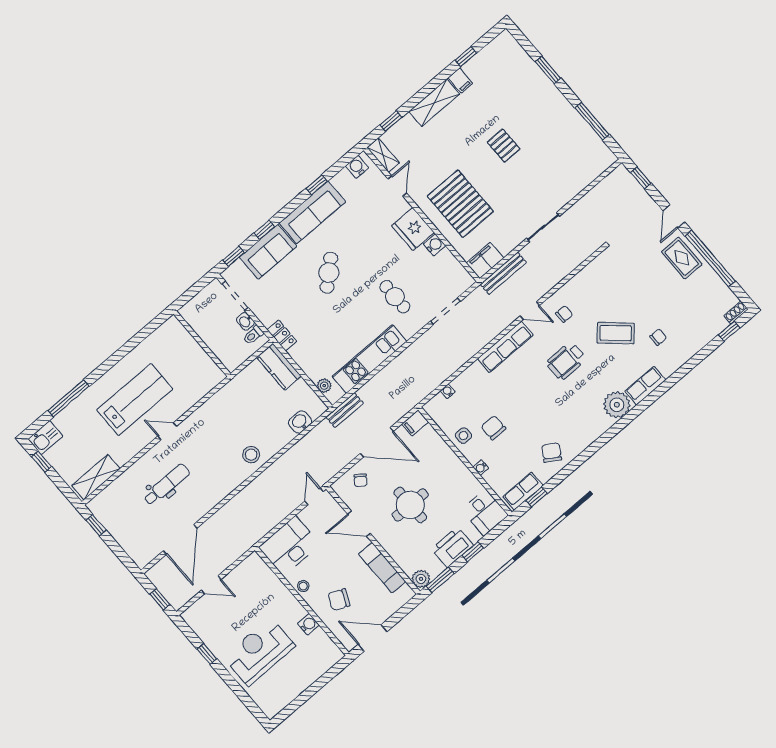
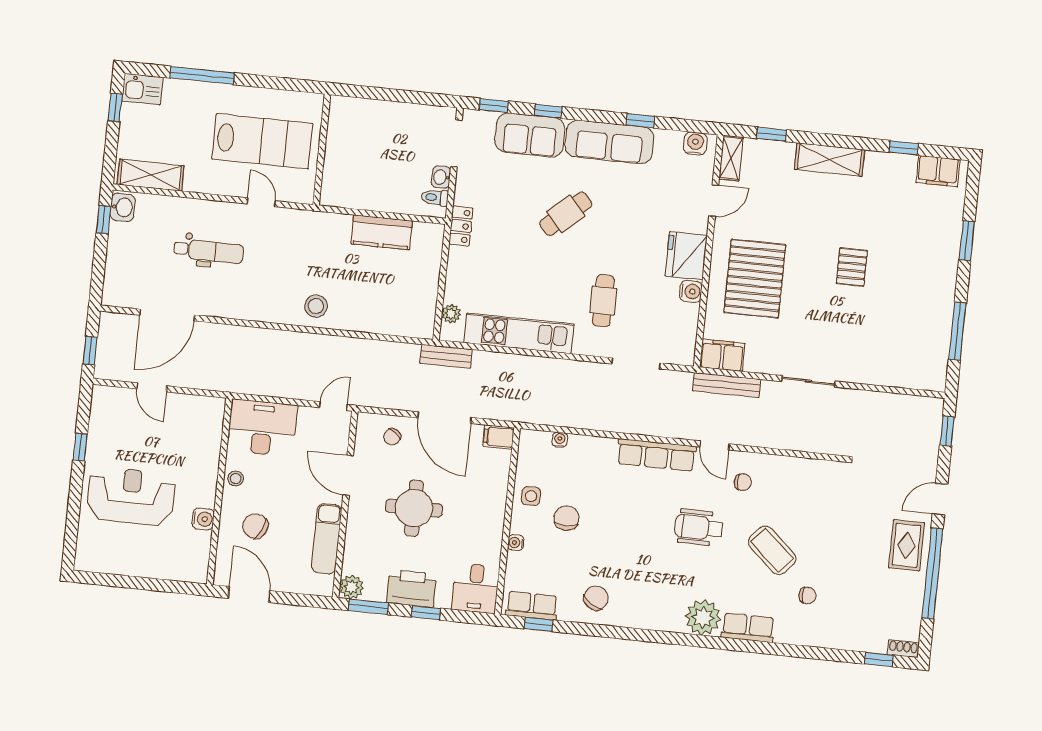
filing cabinet: (460, 81) -> (938, 171), moved, width x2.00
wall: (202, 344) -> (322, 150), moved
kitchen counter: (279, 367) -> (382, 232), moved, turned -90
washbasin: (300, 422) -> (123, 207), moved, turned 90

